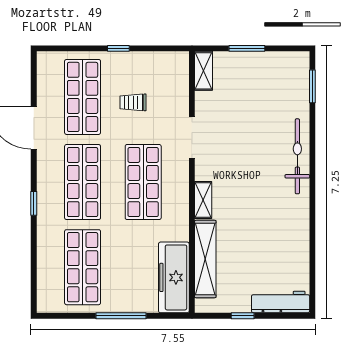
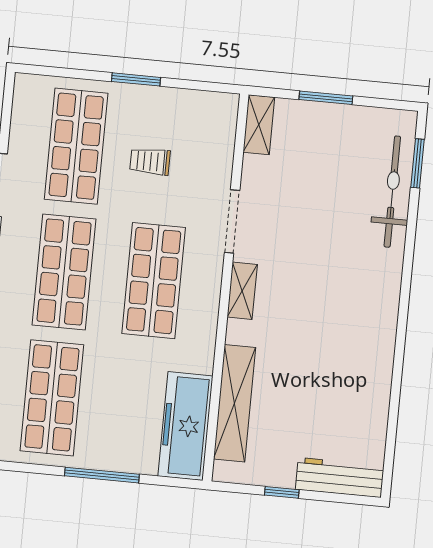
window: (118, 48) -> (136, 79), width x1.50
bicycle: (297, 156) -> (392, 192), moved
shelving: (203, 200) -> (242, 291), moved

